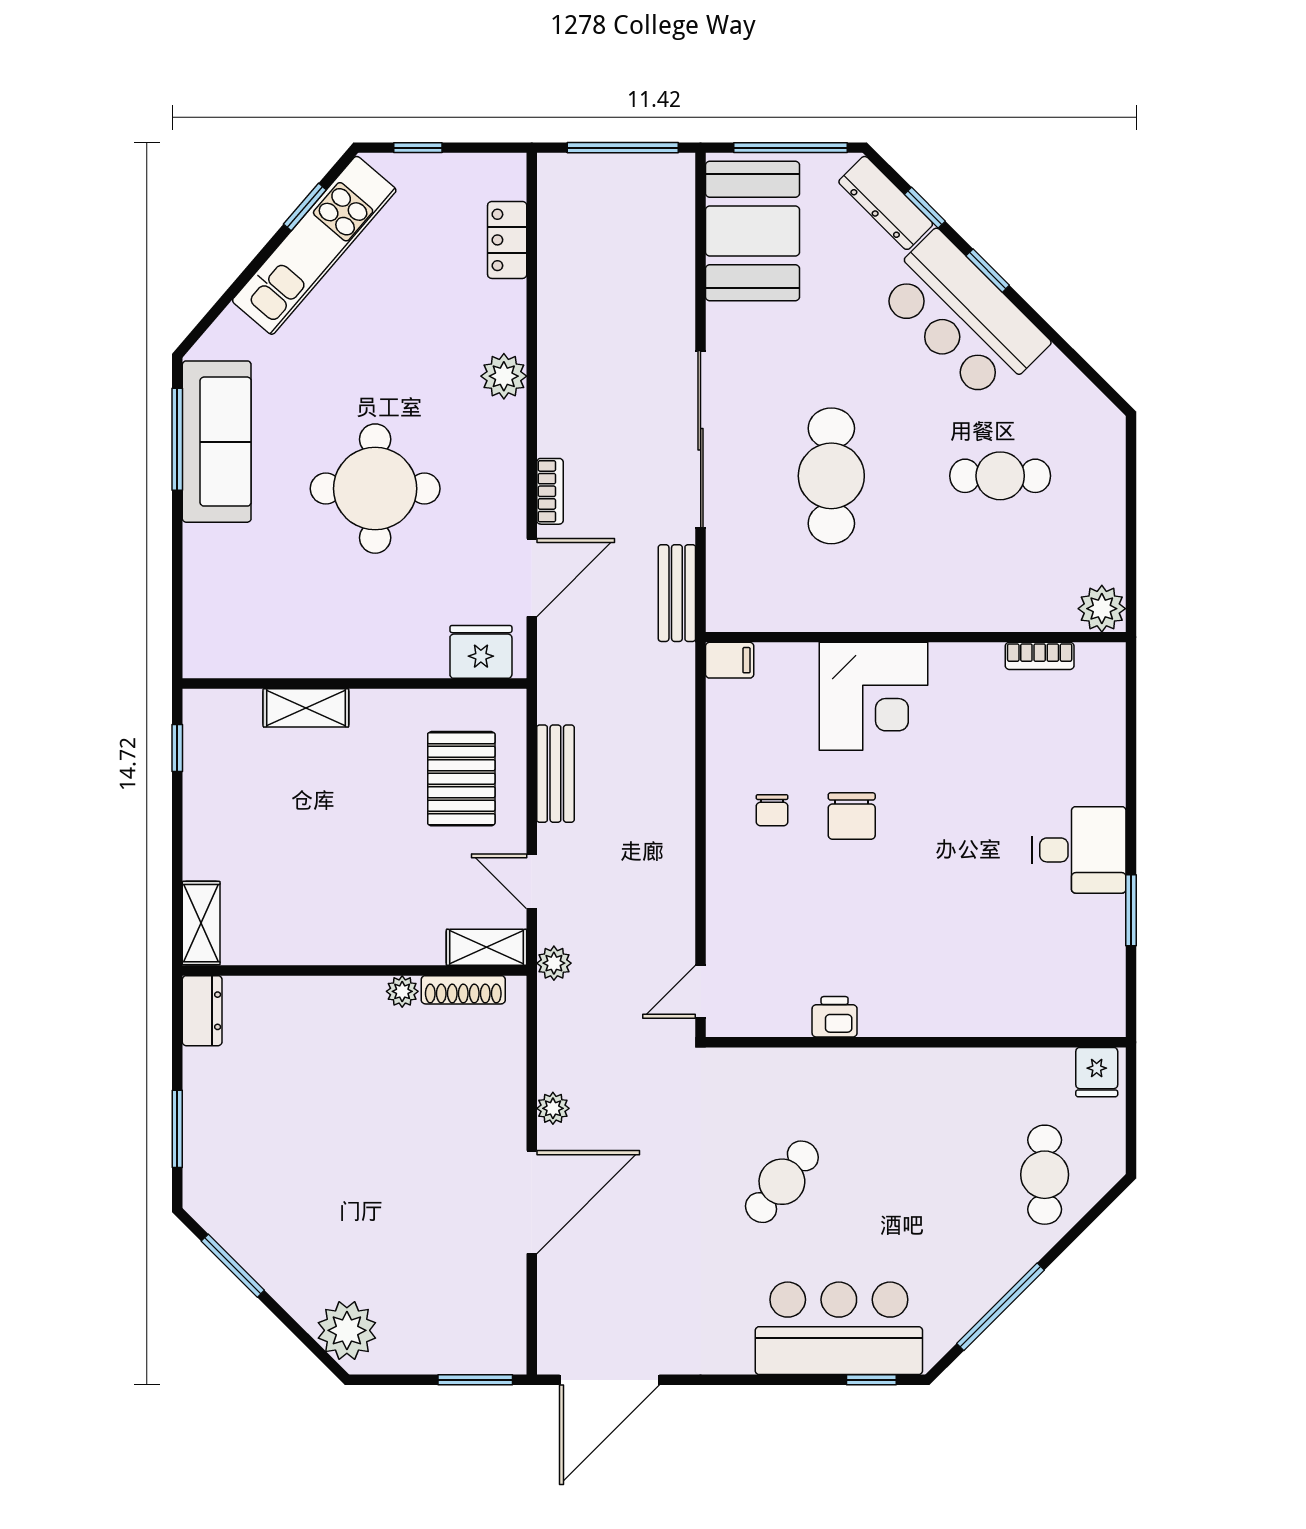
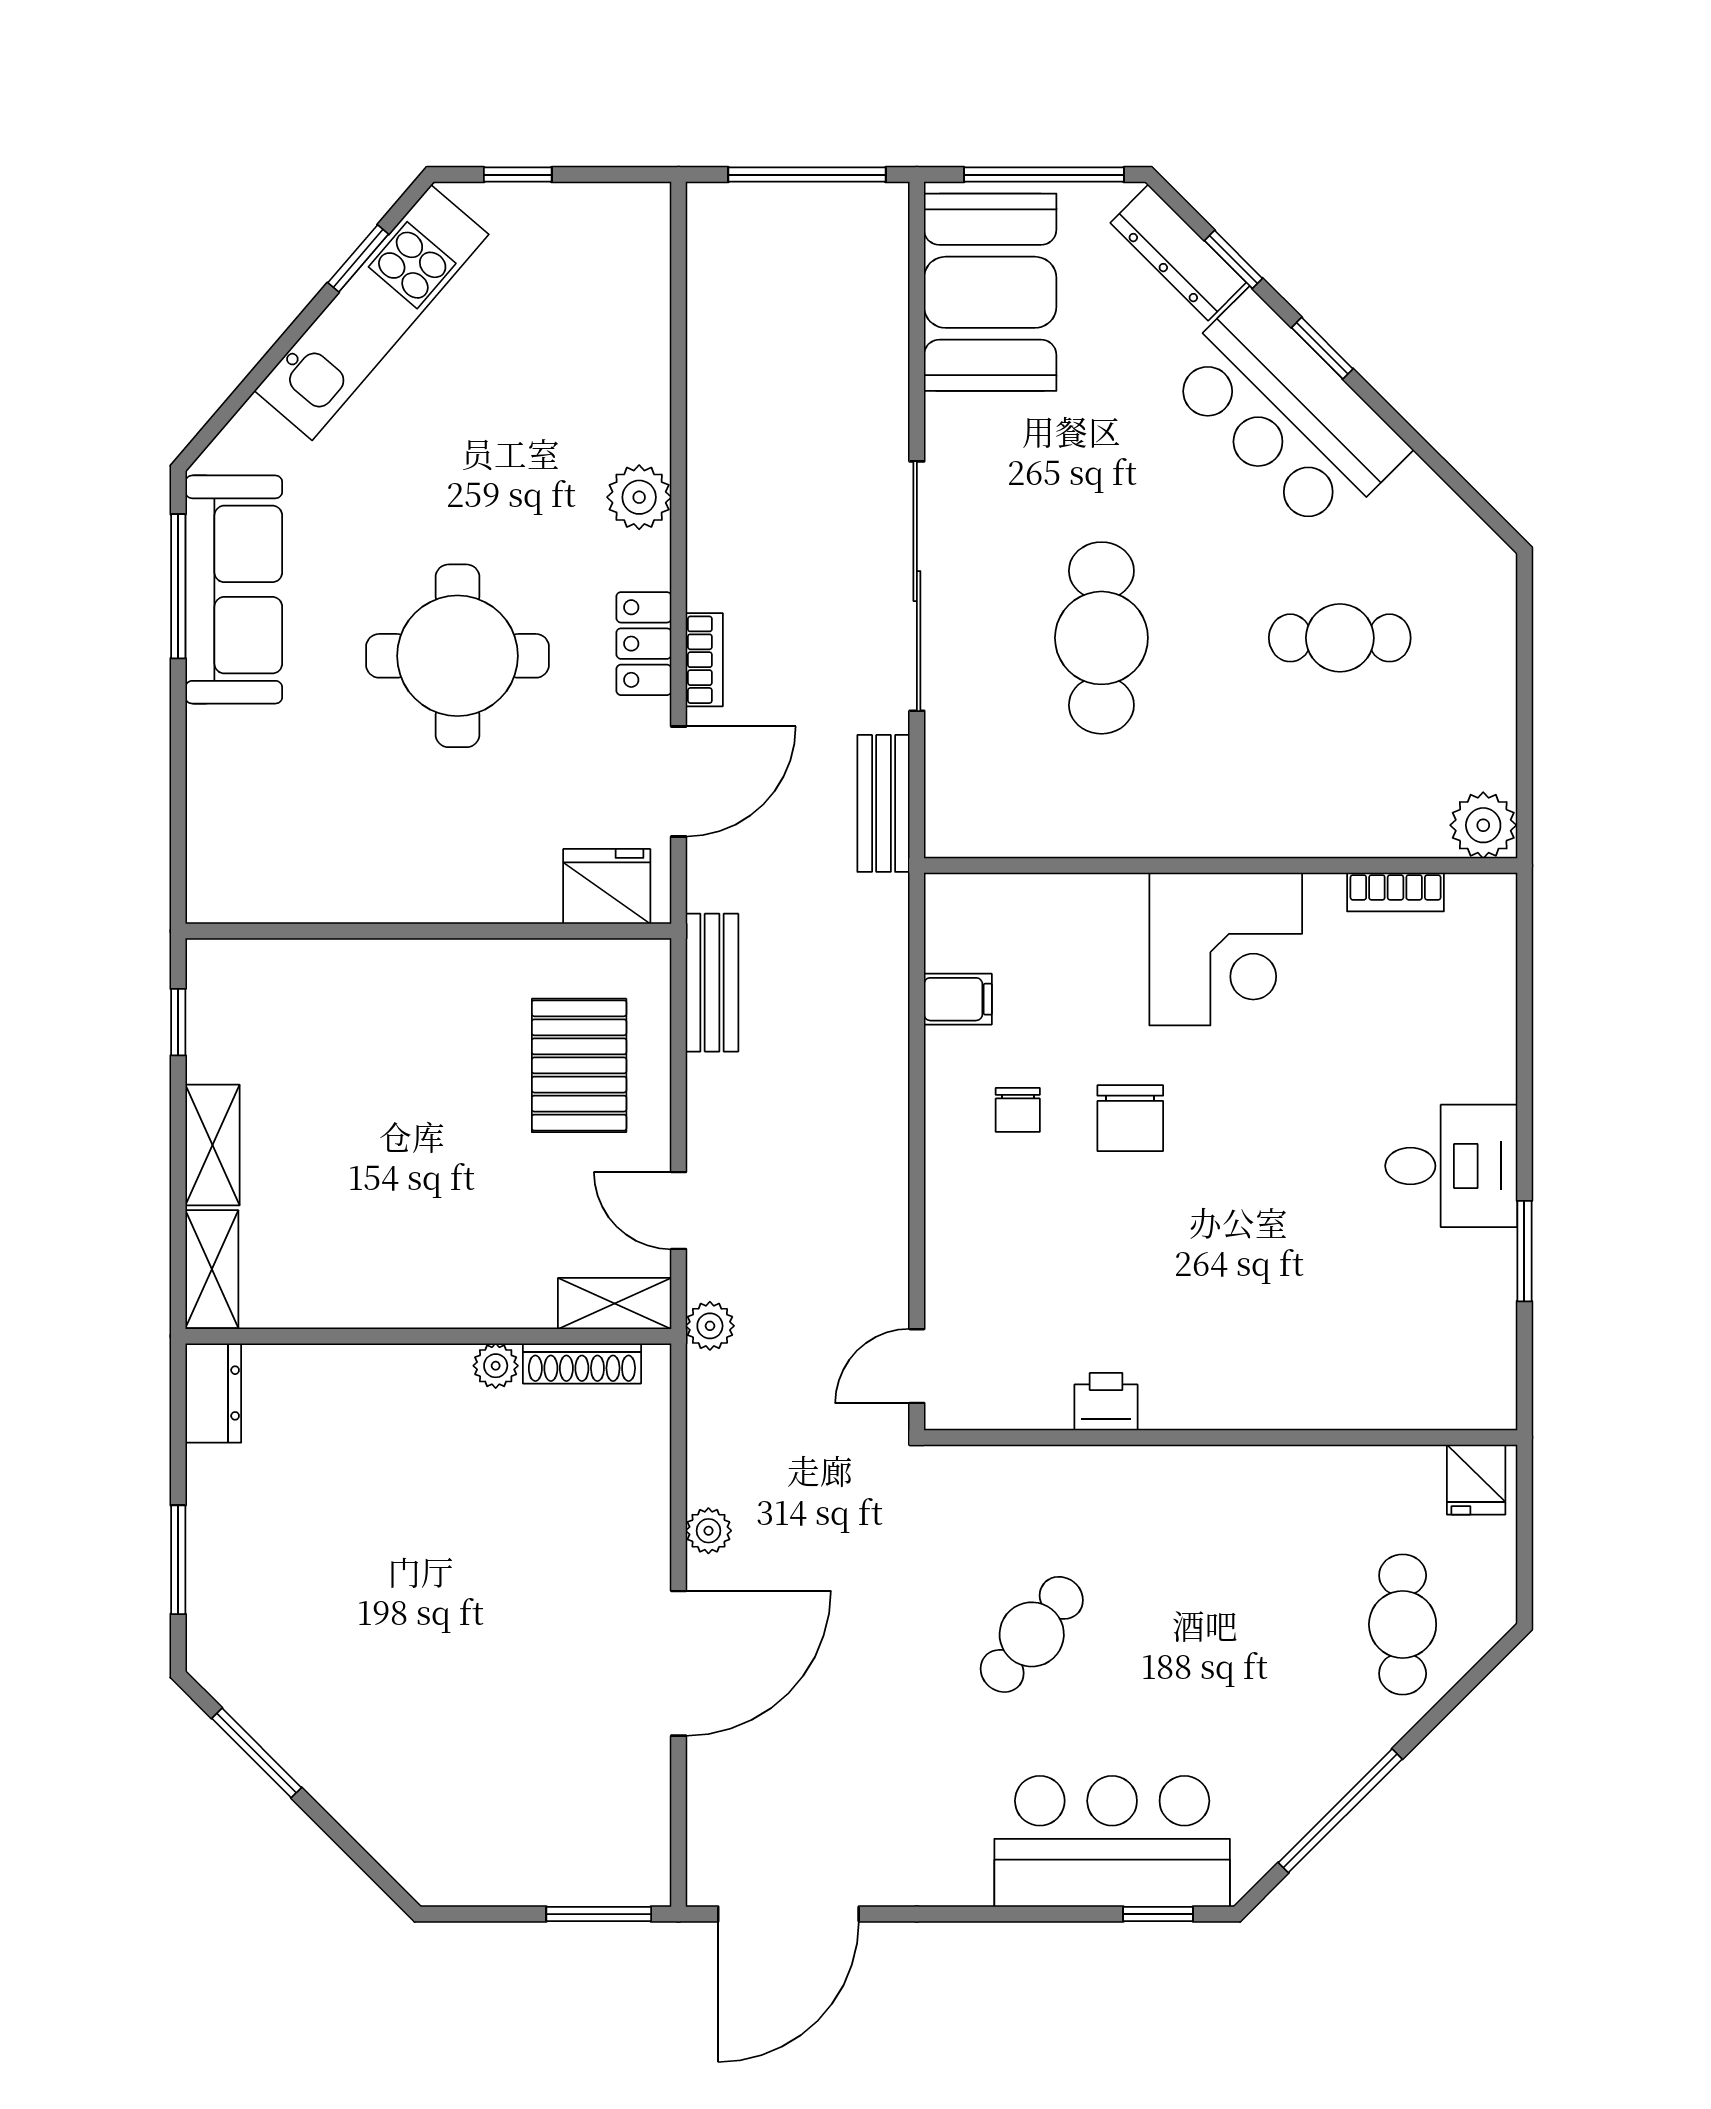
locker: (507, 240) -> (644, 644), moved
filing cabinet: (730, 660) -> (958, 999), moved
corner desk: (874, 696) -> (1226, 949), moved
shelving: (306, 708) -> (212, 1145), moved, turned 90
bench: (555, 774) -> (712, 983), moved
plant: (347, 1330) -> (418, 1844), removed

